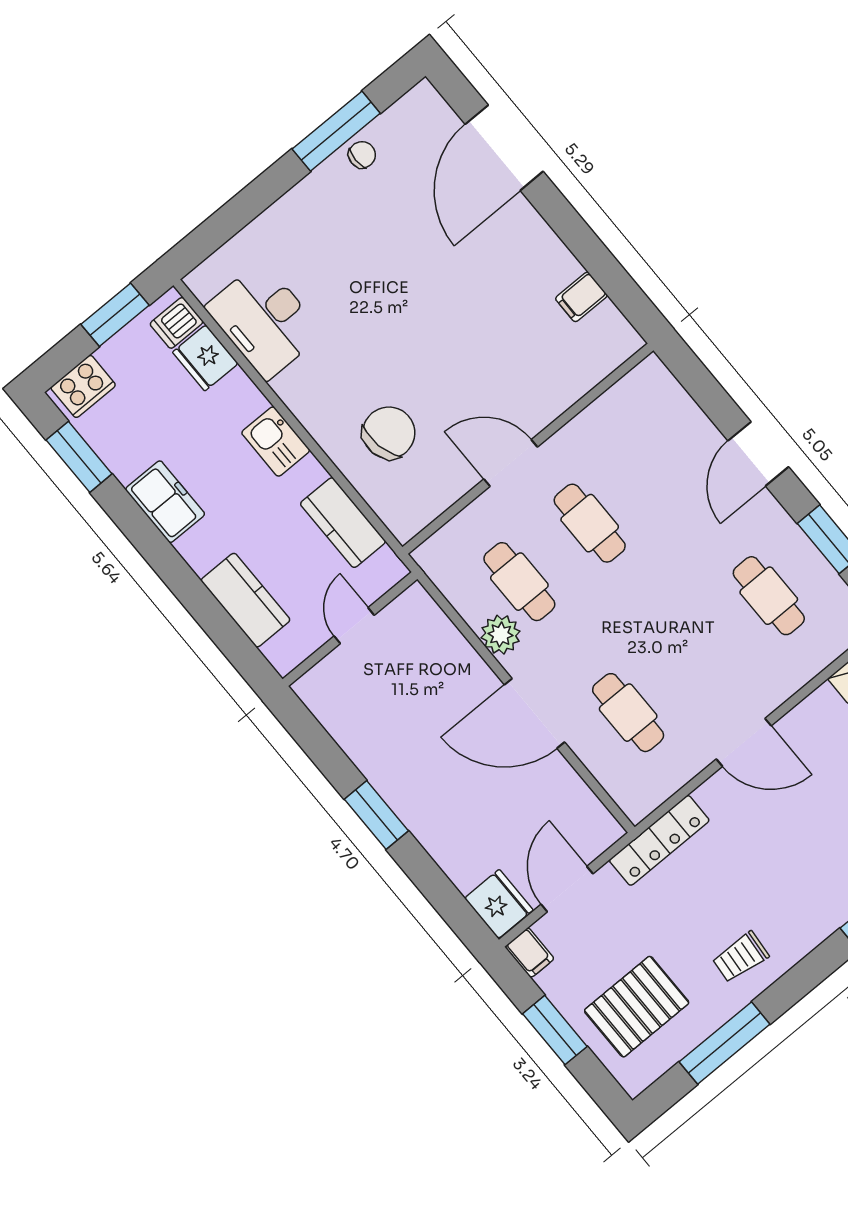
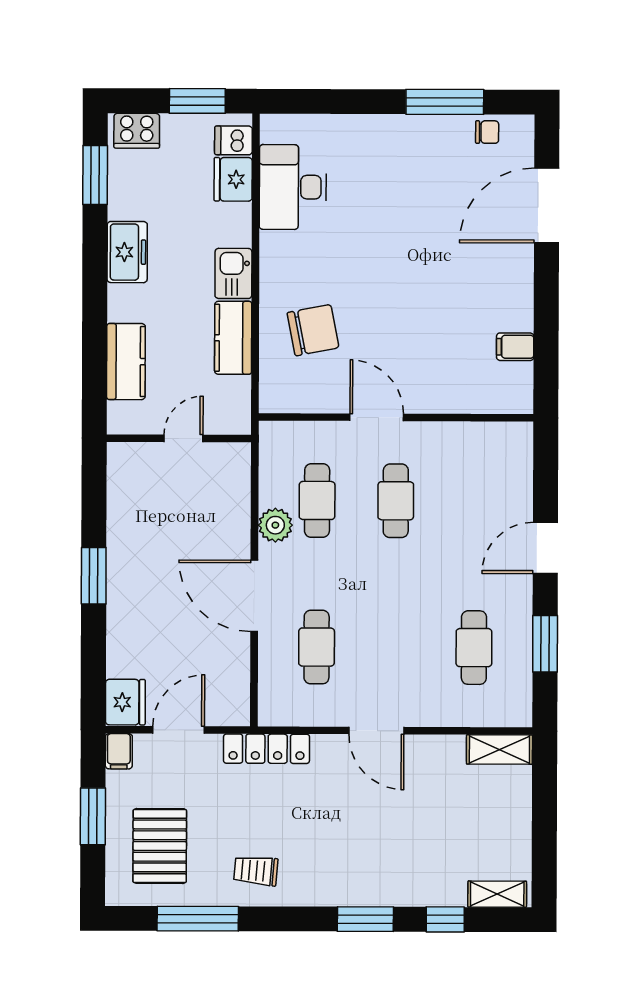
chair: (362, 155) -> (487, 132), moved
kitchen counter: (343, 523) -> (233, 338), moved
pallet: (637, 1007) -> (160, 846), turned 90

